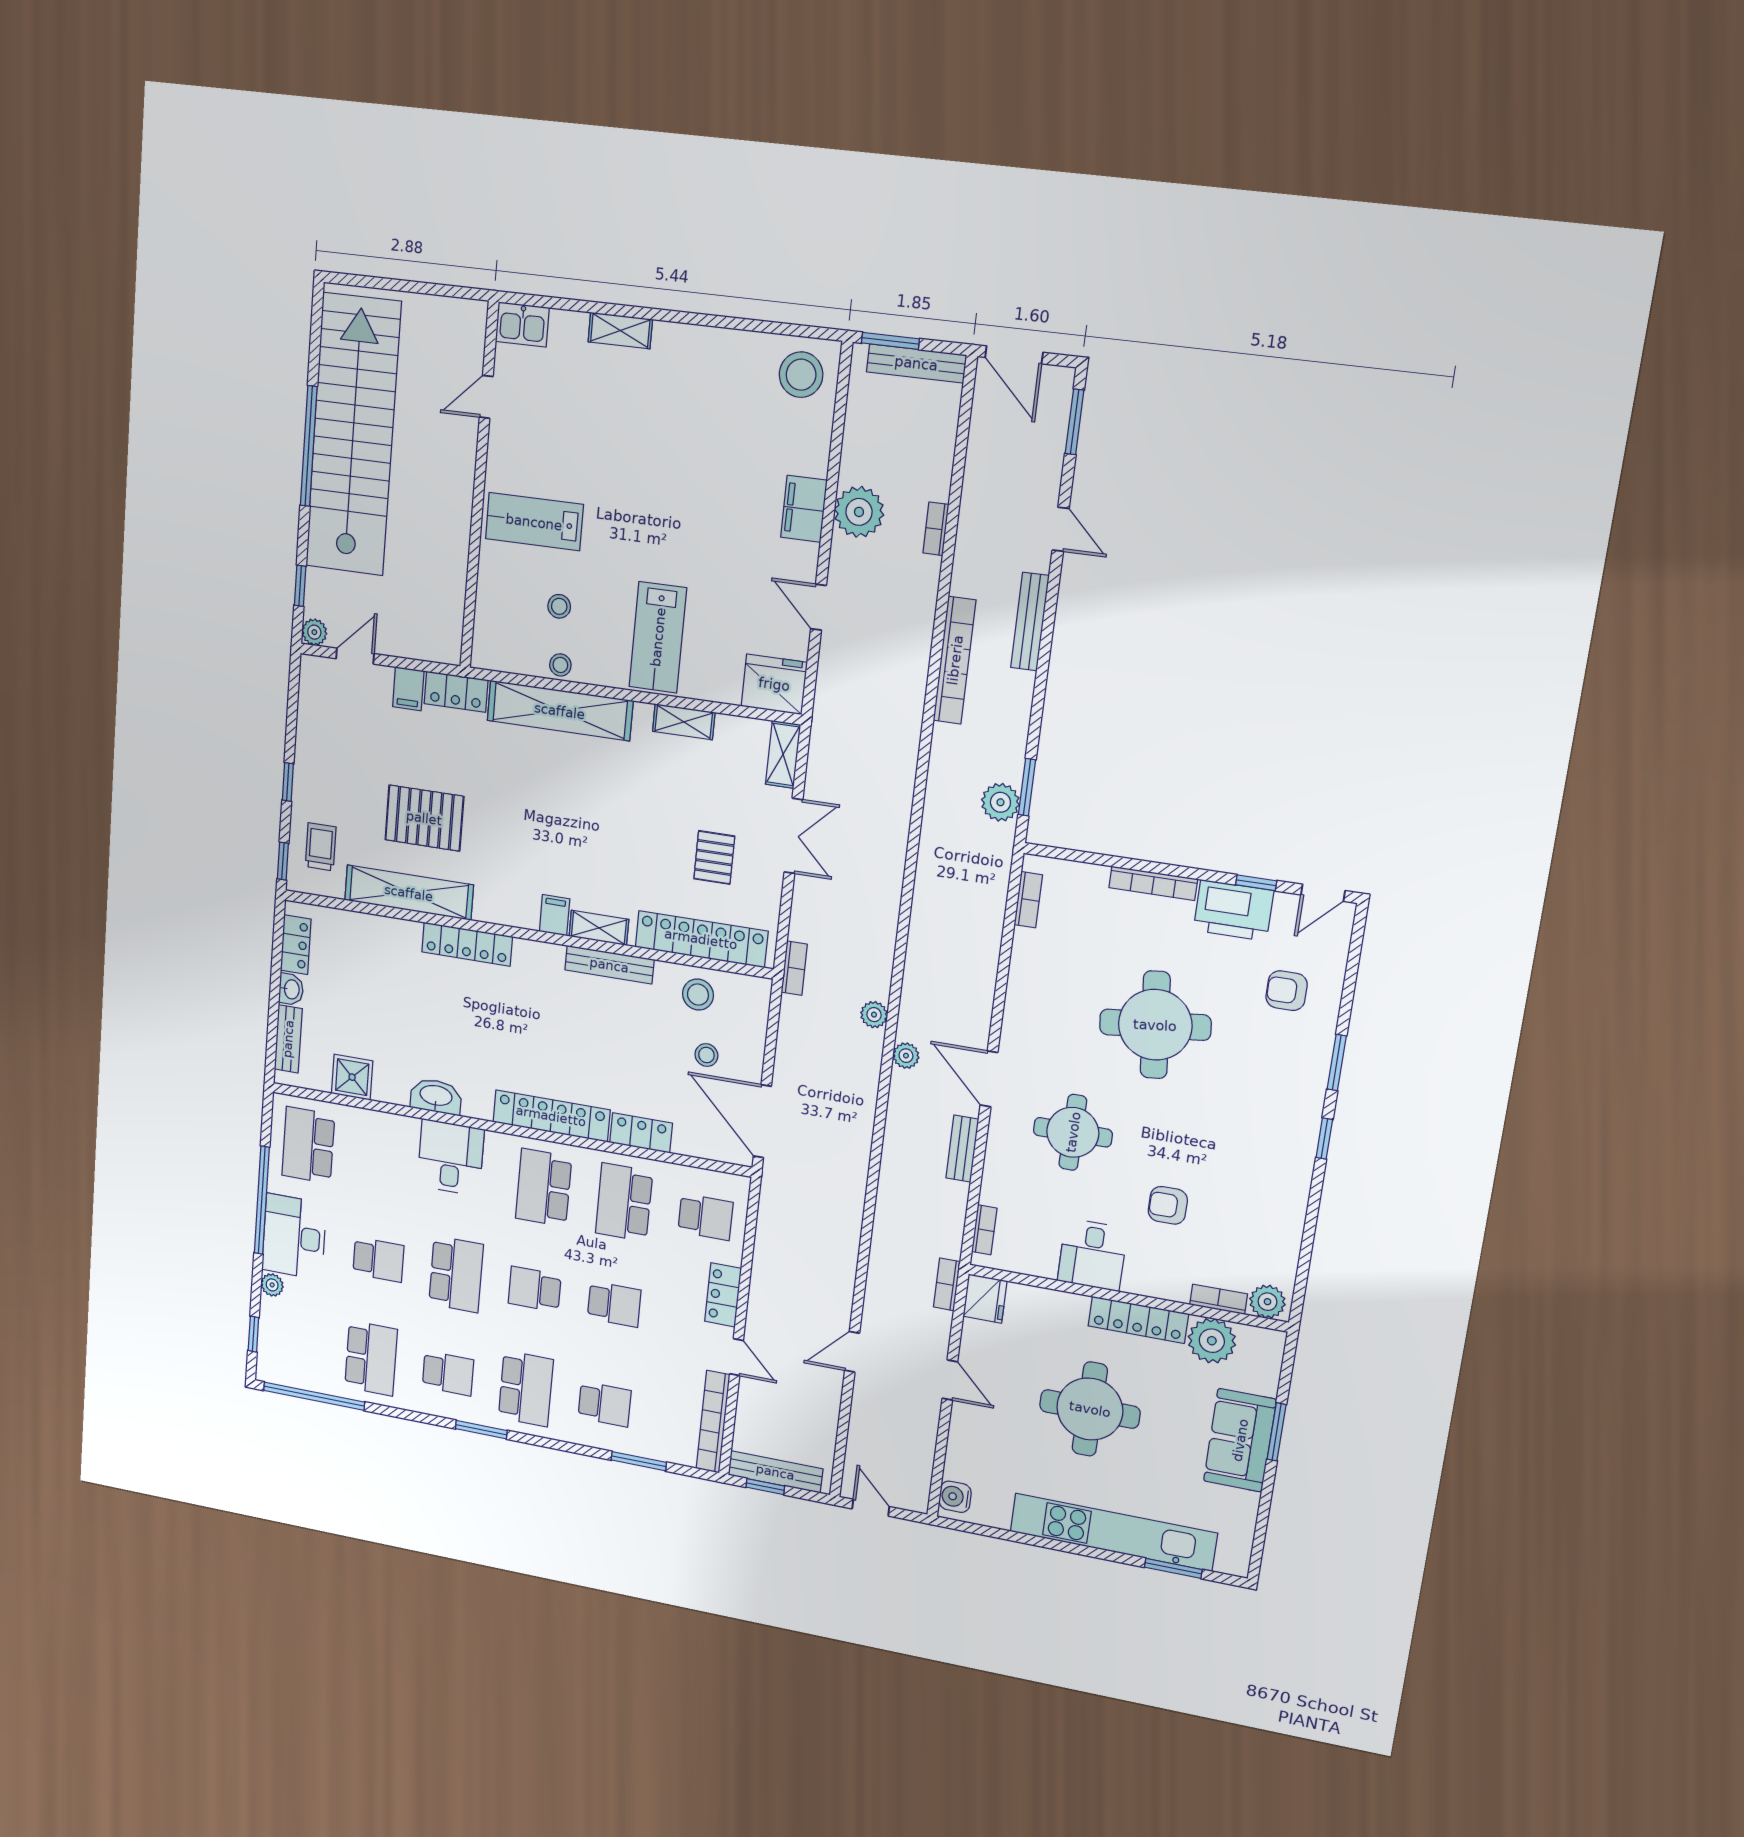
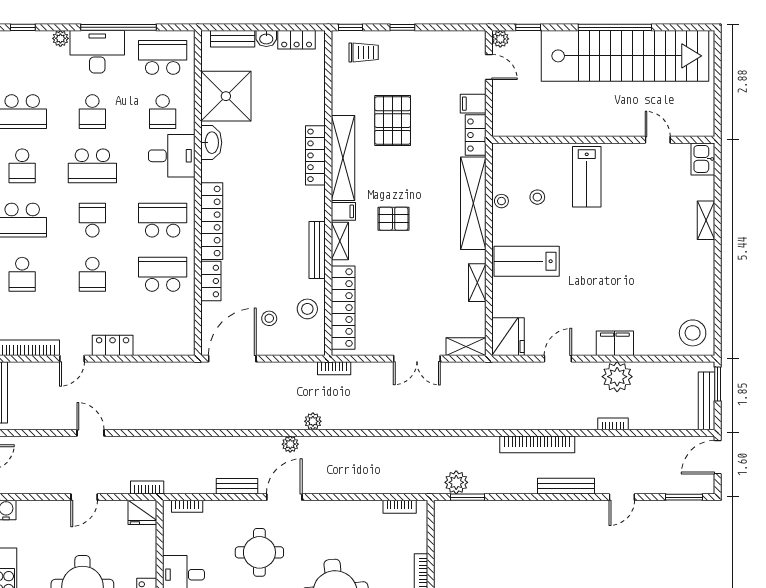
lab bench: (534, 522) -> (587, 177), turned 180
pallet: (714, 857) -> (394, 219), moved
shelving: (409, 893) -> (343, 158), moved
shower: (352, 1077) -> (226, 96), width x1.86, depth x1.86
school desk: (705, 1217) -> (163, 112), moved

